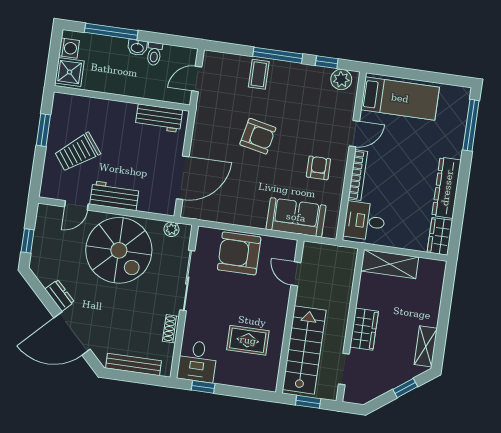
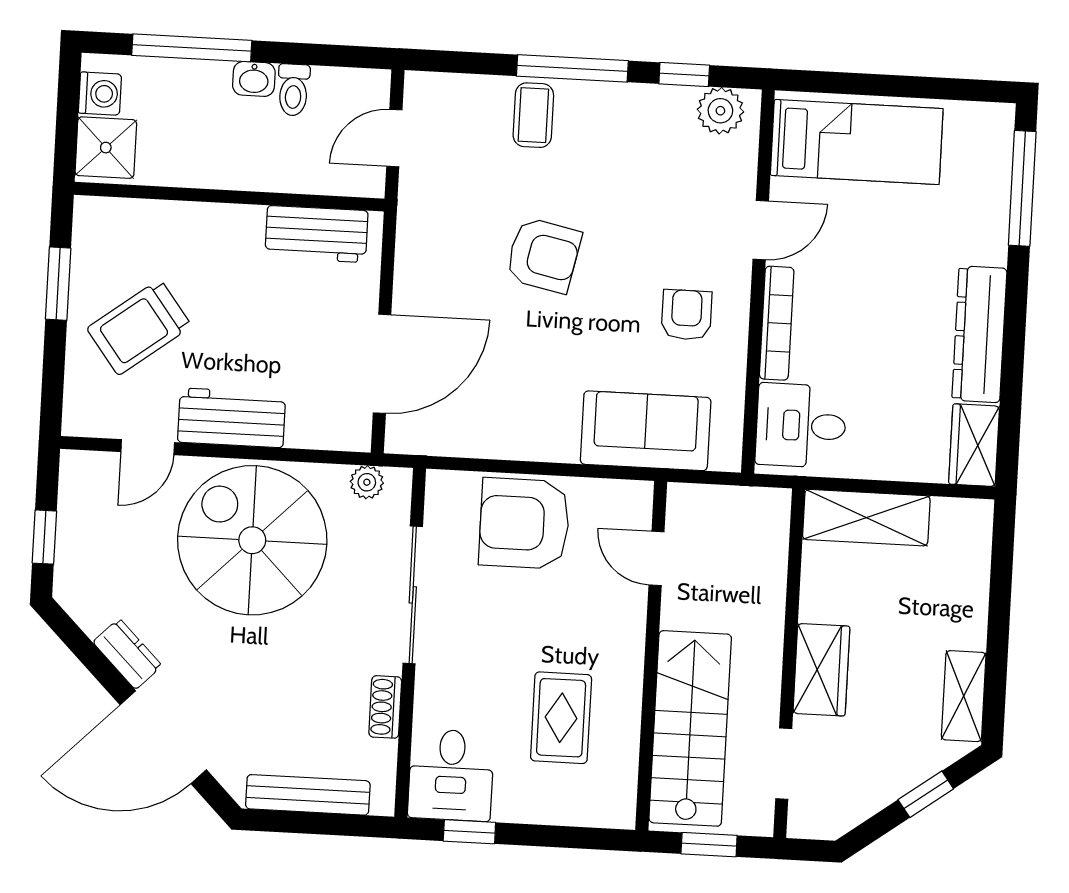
spiral stairs: (119, 250) -> (252, 540), turned 180
rug: (248, 340) -> (561, 718), turned 90

